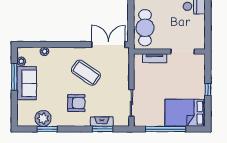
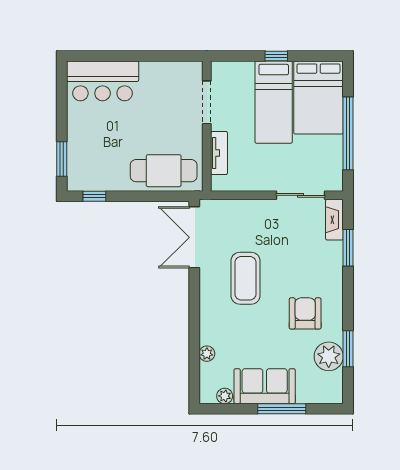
coffee table: (86, 73) -> (246, 278), turned -34
window: (14, 77) -> (282, 409), moved
bed: (183, 88) -> (274, 102), added
armchair: (76, 103) -> (305, 313), moved
fireplace: (102, 122) -> (334, 220), moved

